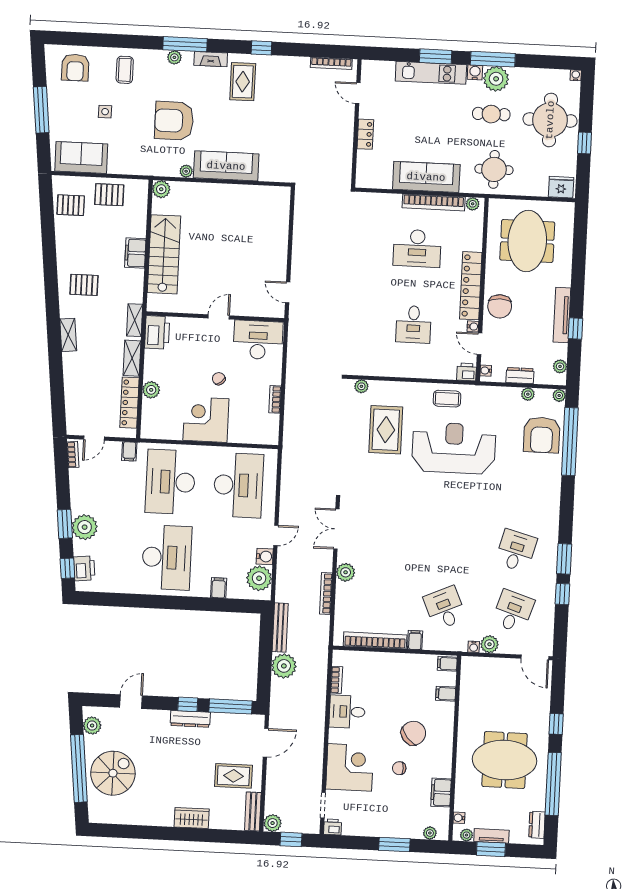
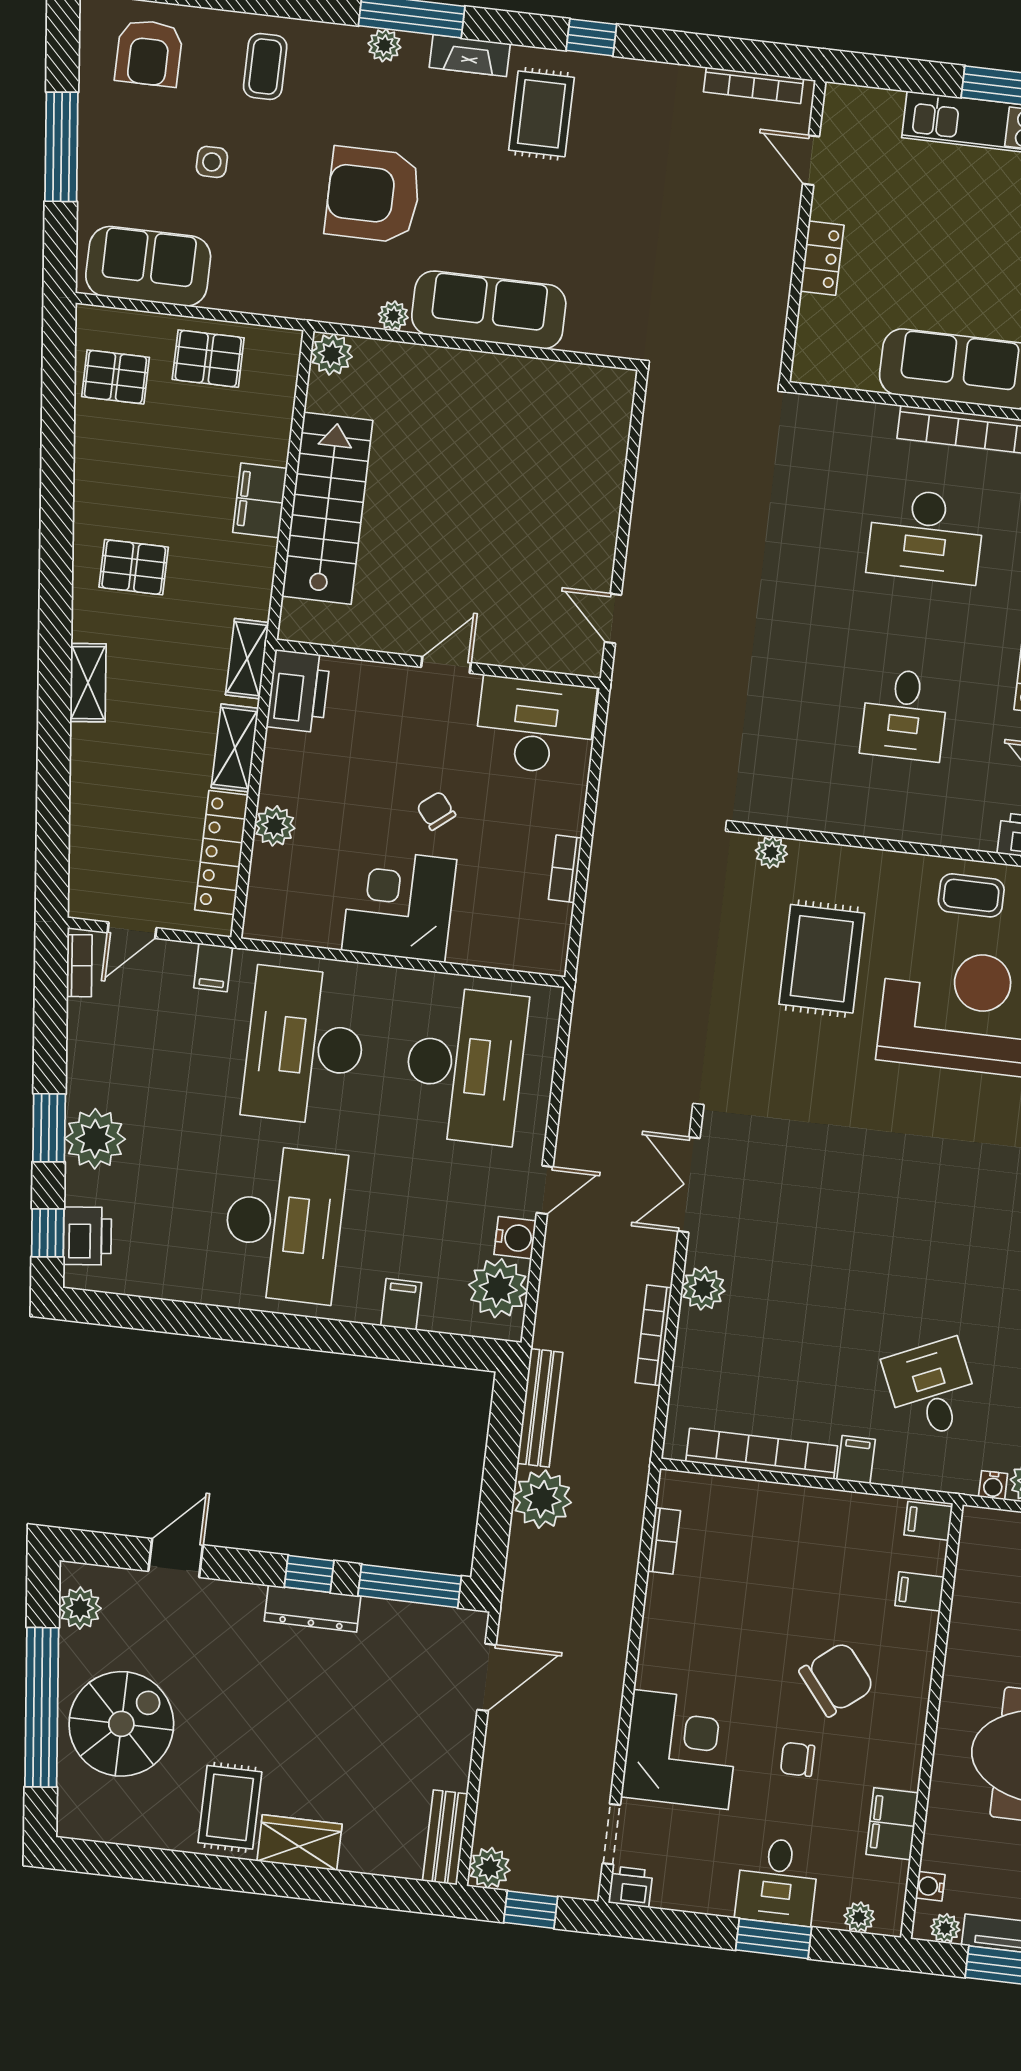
desk: (347, 712) -> (777, 1881), moved, turned -90
rug: (233, 776) -> (230, 1807), moved, turned 90

